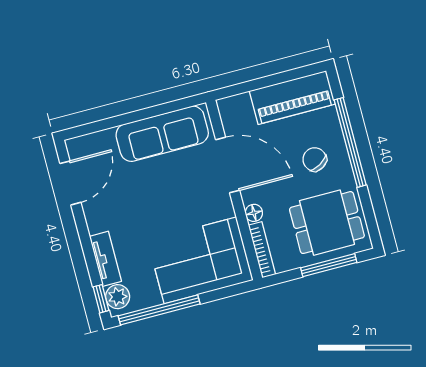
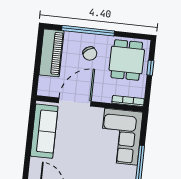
chair: (315, 159) -> (90, 54), turned -91
floor lamp: (254, 213) -> (106, 98), removed
window: (329, 265) -> (150, 68), width x0.46

